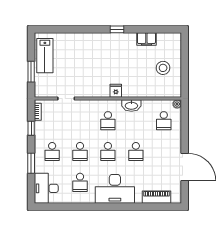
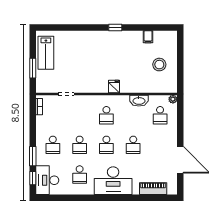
filing cabinet: (146, 39) -> (148, 37), width x0.50
washbasin: (131, 105) -> (139, 101), moved
window: (31, 128) -> (33, 178), moved

